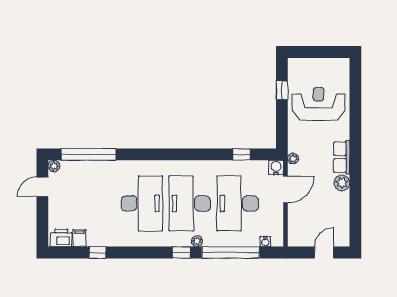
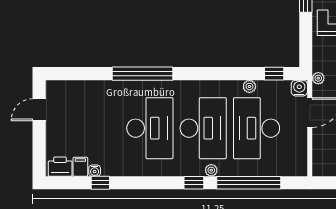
window: (89, 154) -> (143, 74), moved
window: (242, 154) -> (274, 74), moved
plant: (54, 166) -> (249, 86), moved
desk: (190, 203) -> (203, 128), turned 180
water cooler: (265, 242) -> (95, 171), moved

